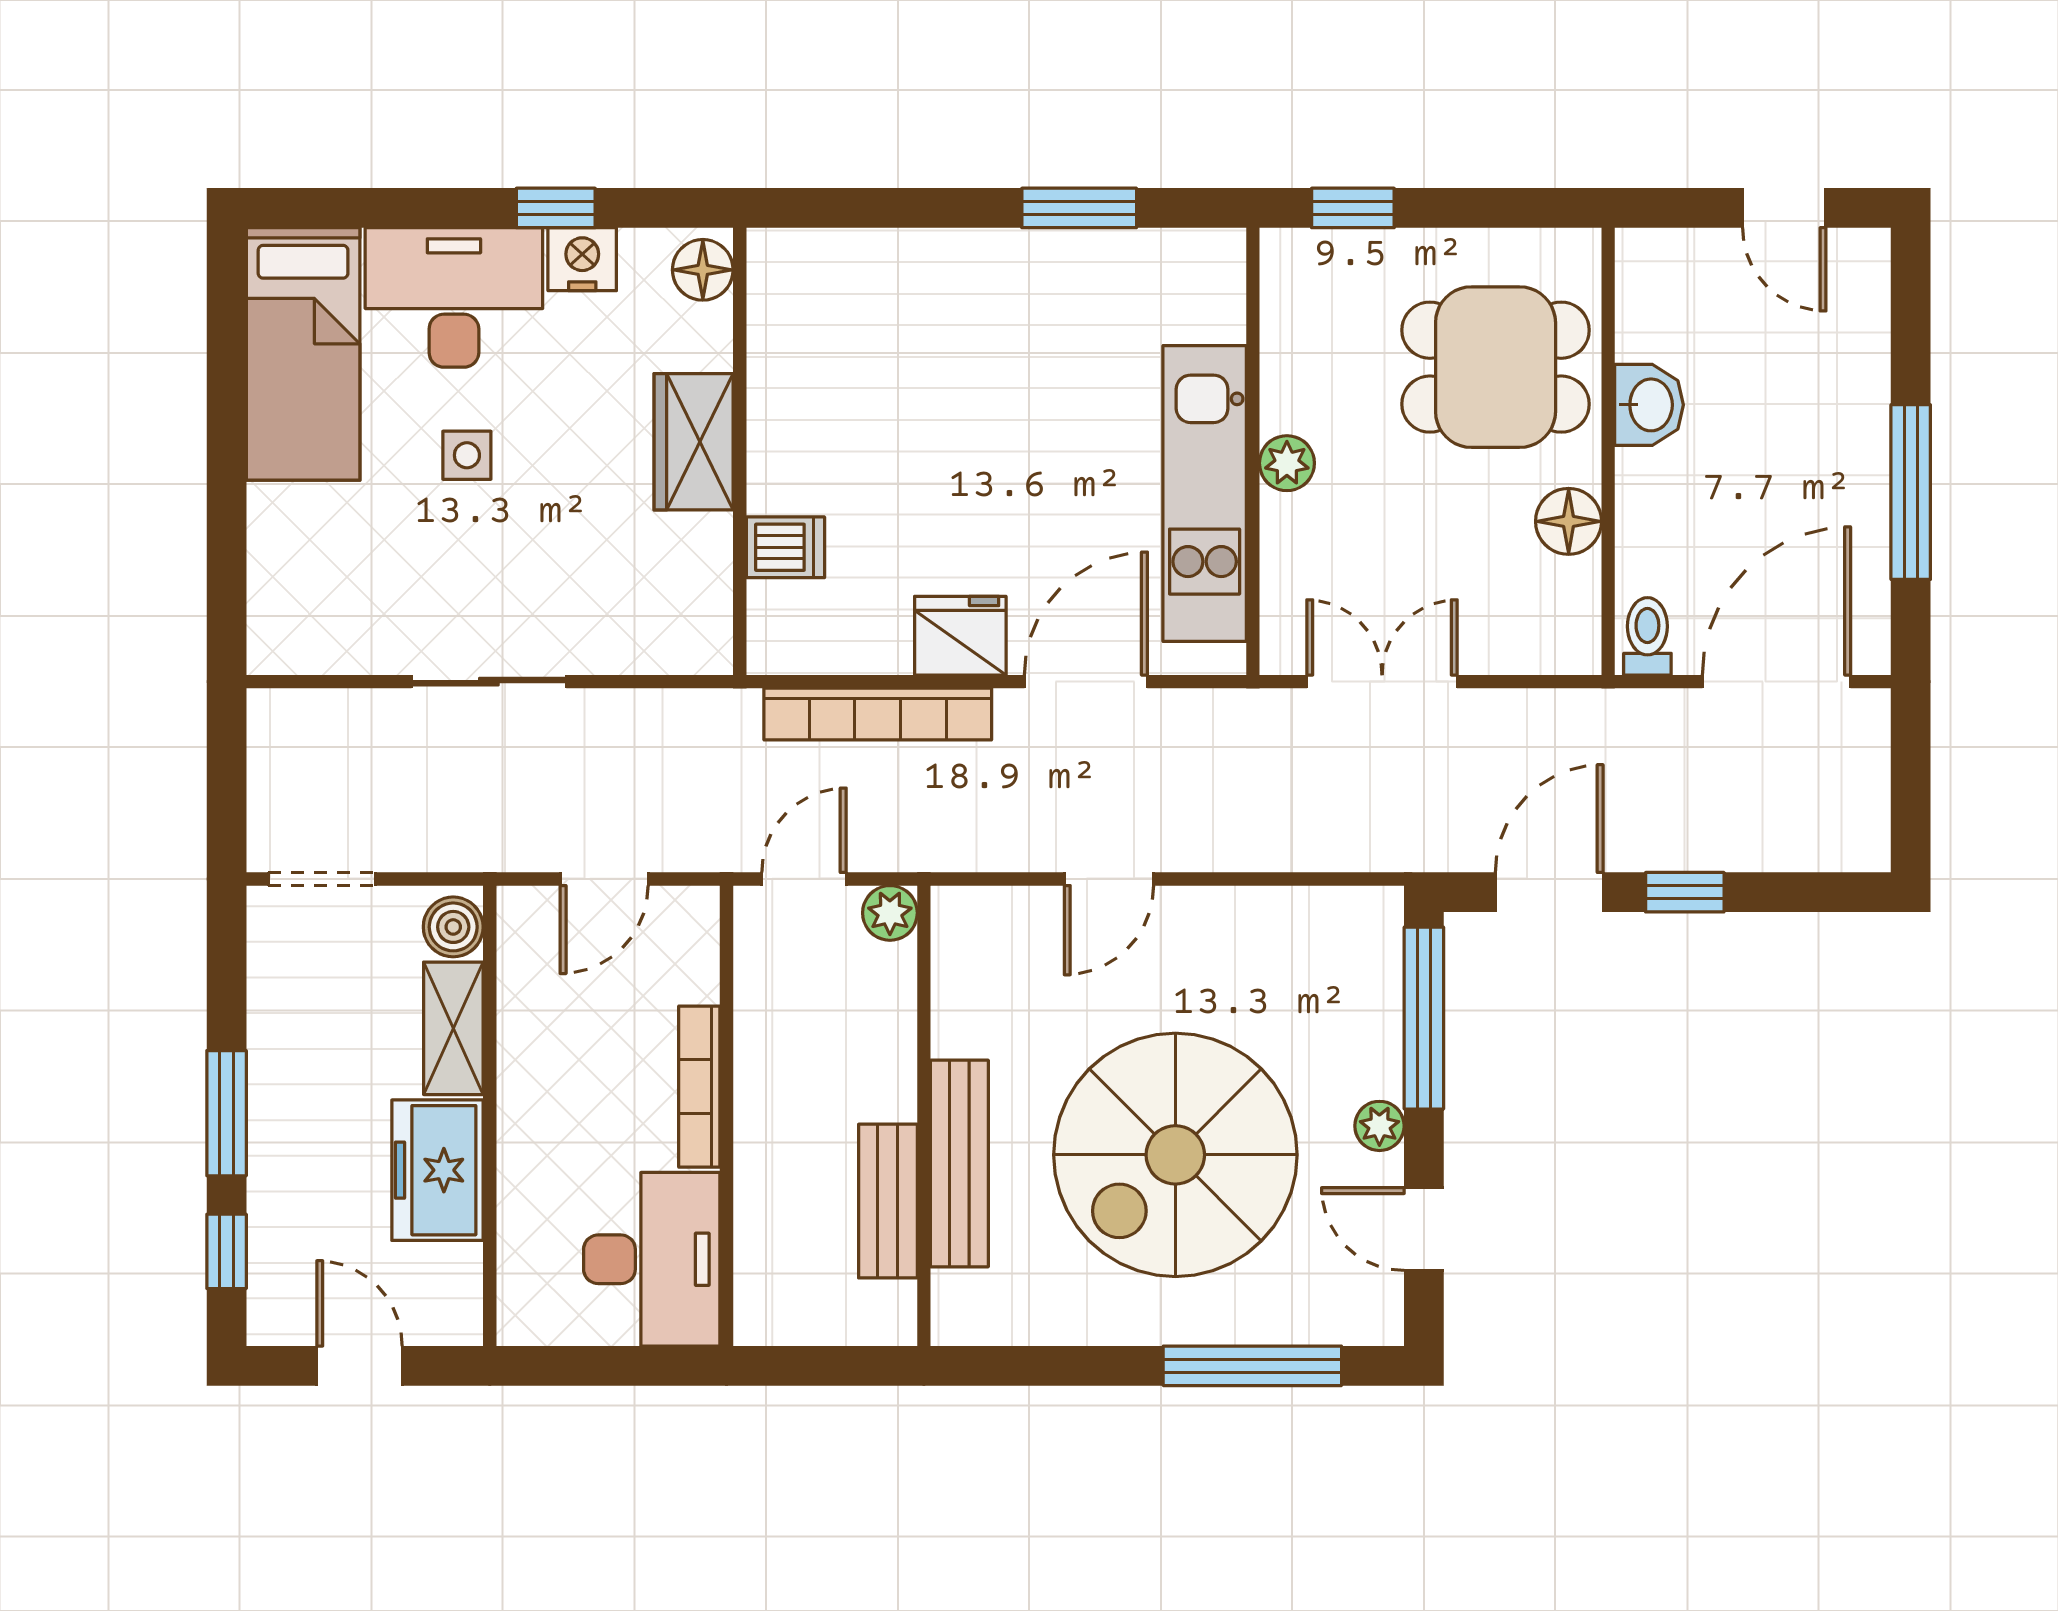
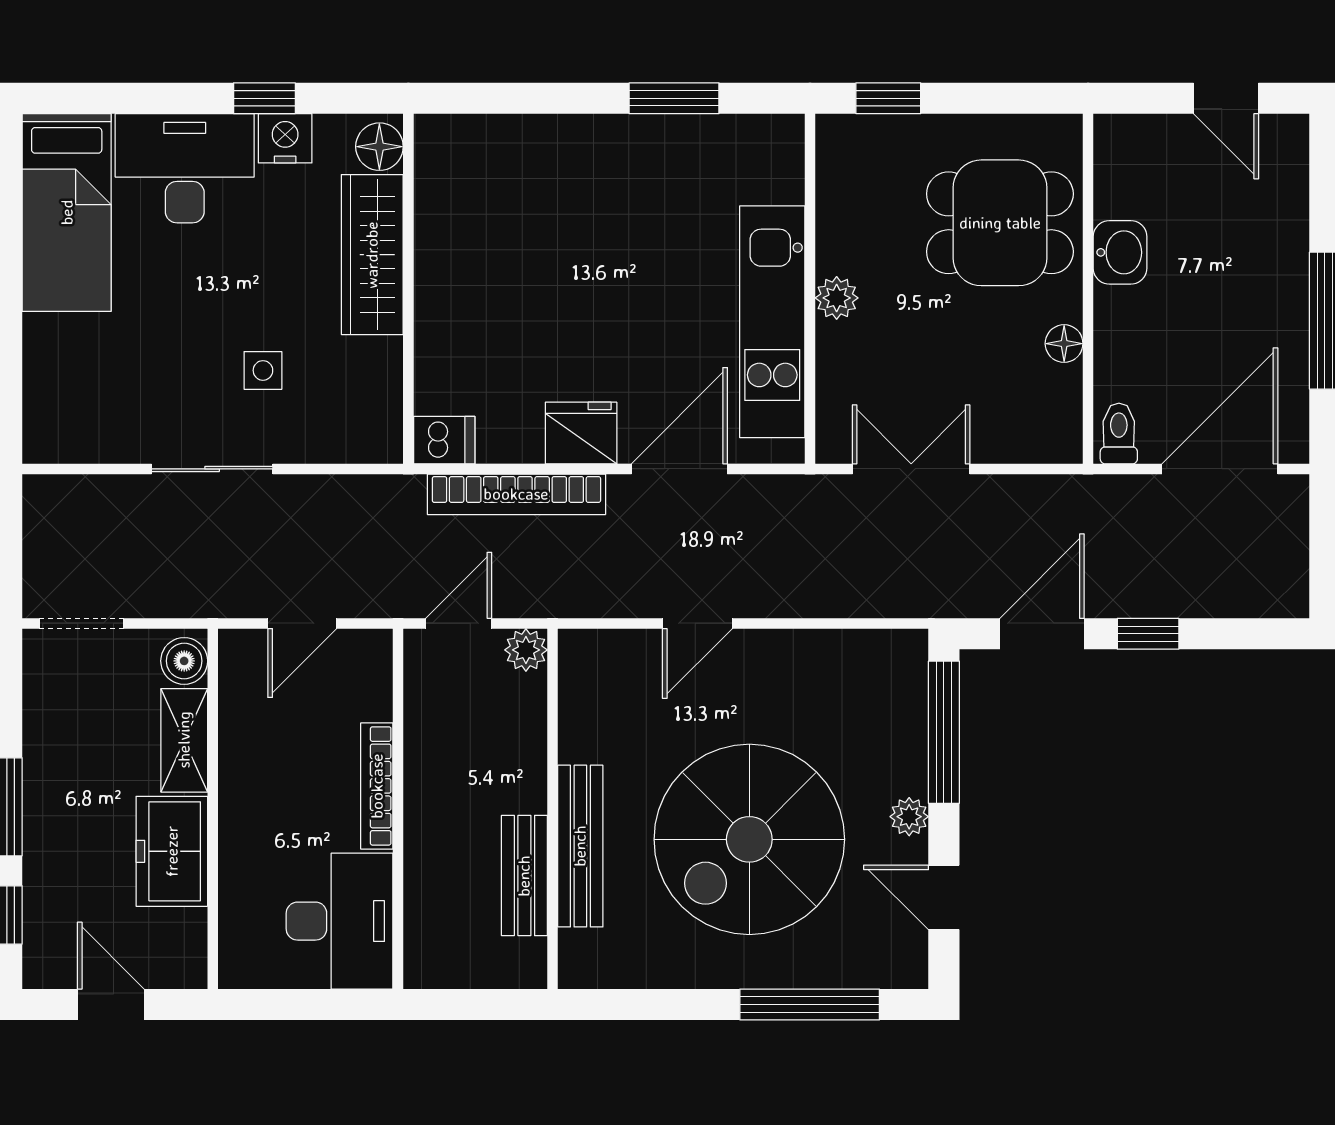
wardrobe: (694, 442) -> (372, 255), width x1.50
side table: (467, 455) -> (263, 370), moved
floor lamp: (1569, 521) -> (1064, 344), width x0.73, depth x0.73
dishwasher: (785, 547) -> (444, 440), moved

